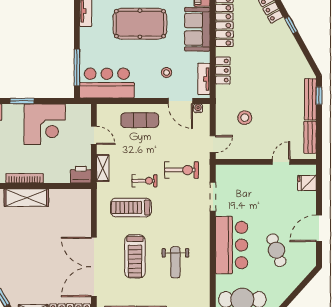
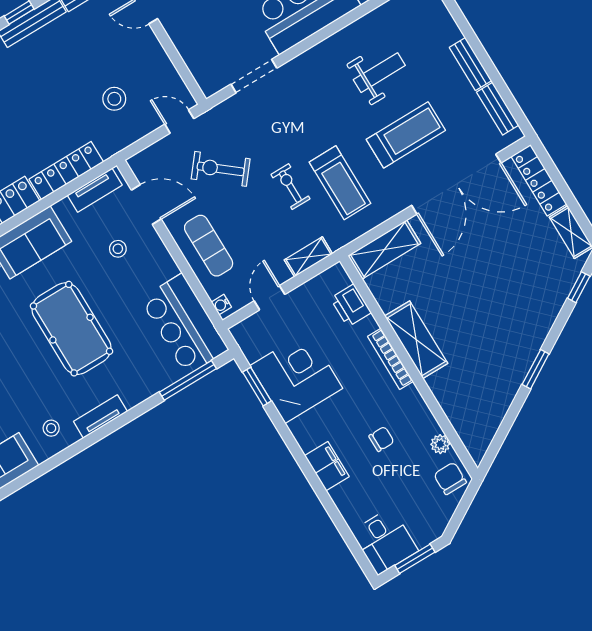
locker: (223, 70) -> (66, 171), width x1.53
window: (22, 101) -> (257, 387), moved
door: (180, 101) -> (146, 205), hinge flipped
water cooler: (198, 108) -> (221, 305), moved
exercise bike: (181, 170) -> (221, 169), moved, turned -51
printer: (81, 175) -> (351, 305), moved
shelving: (83, 209) -> (384, 249), added

